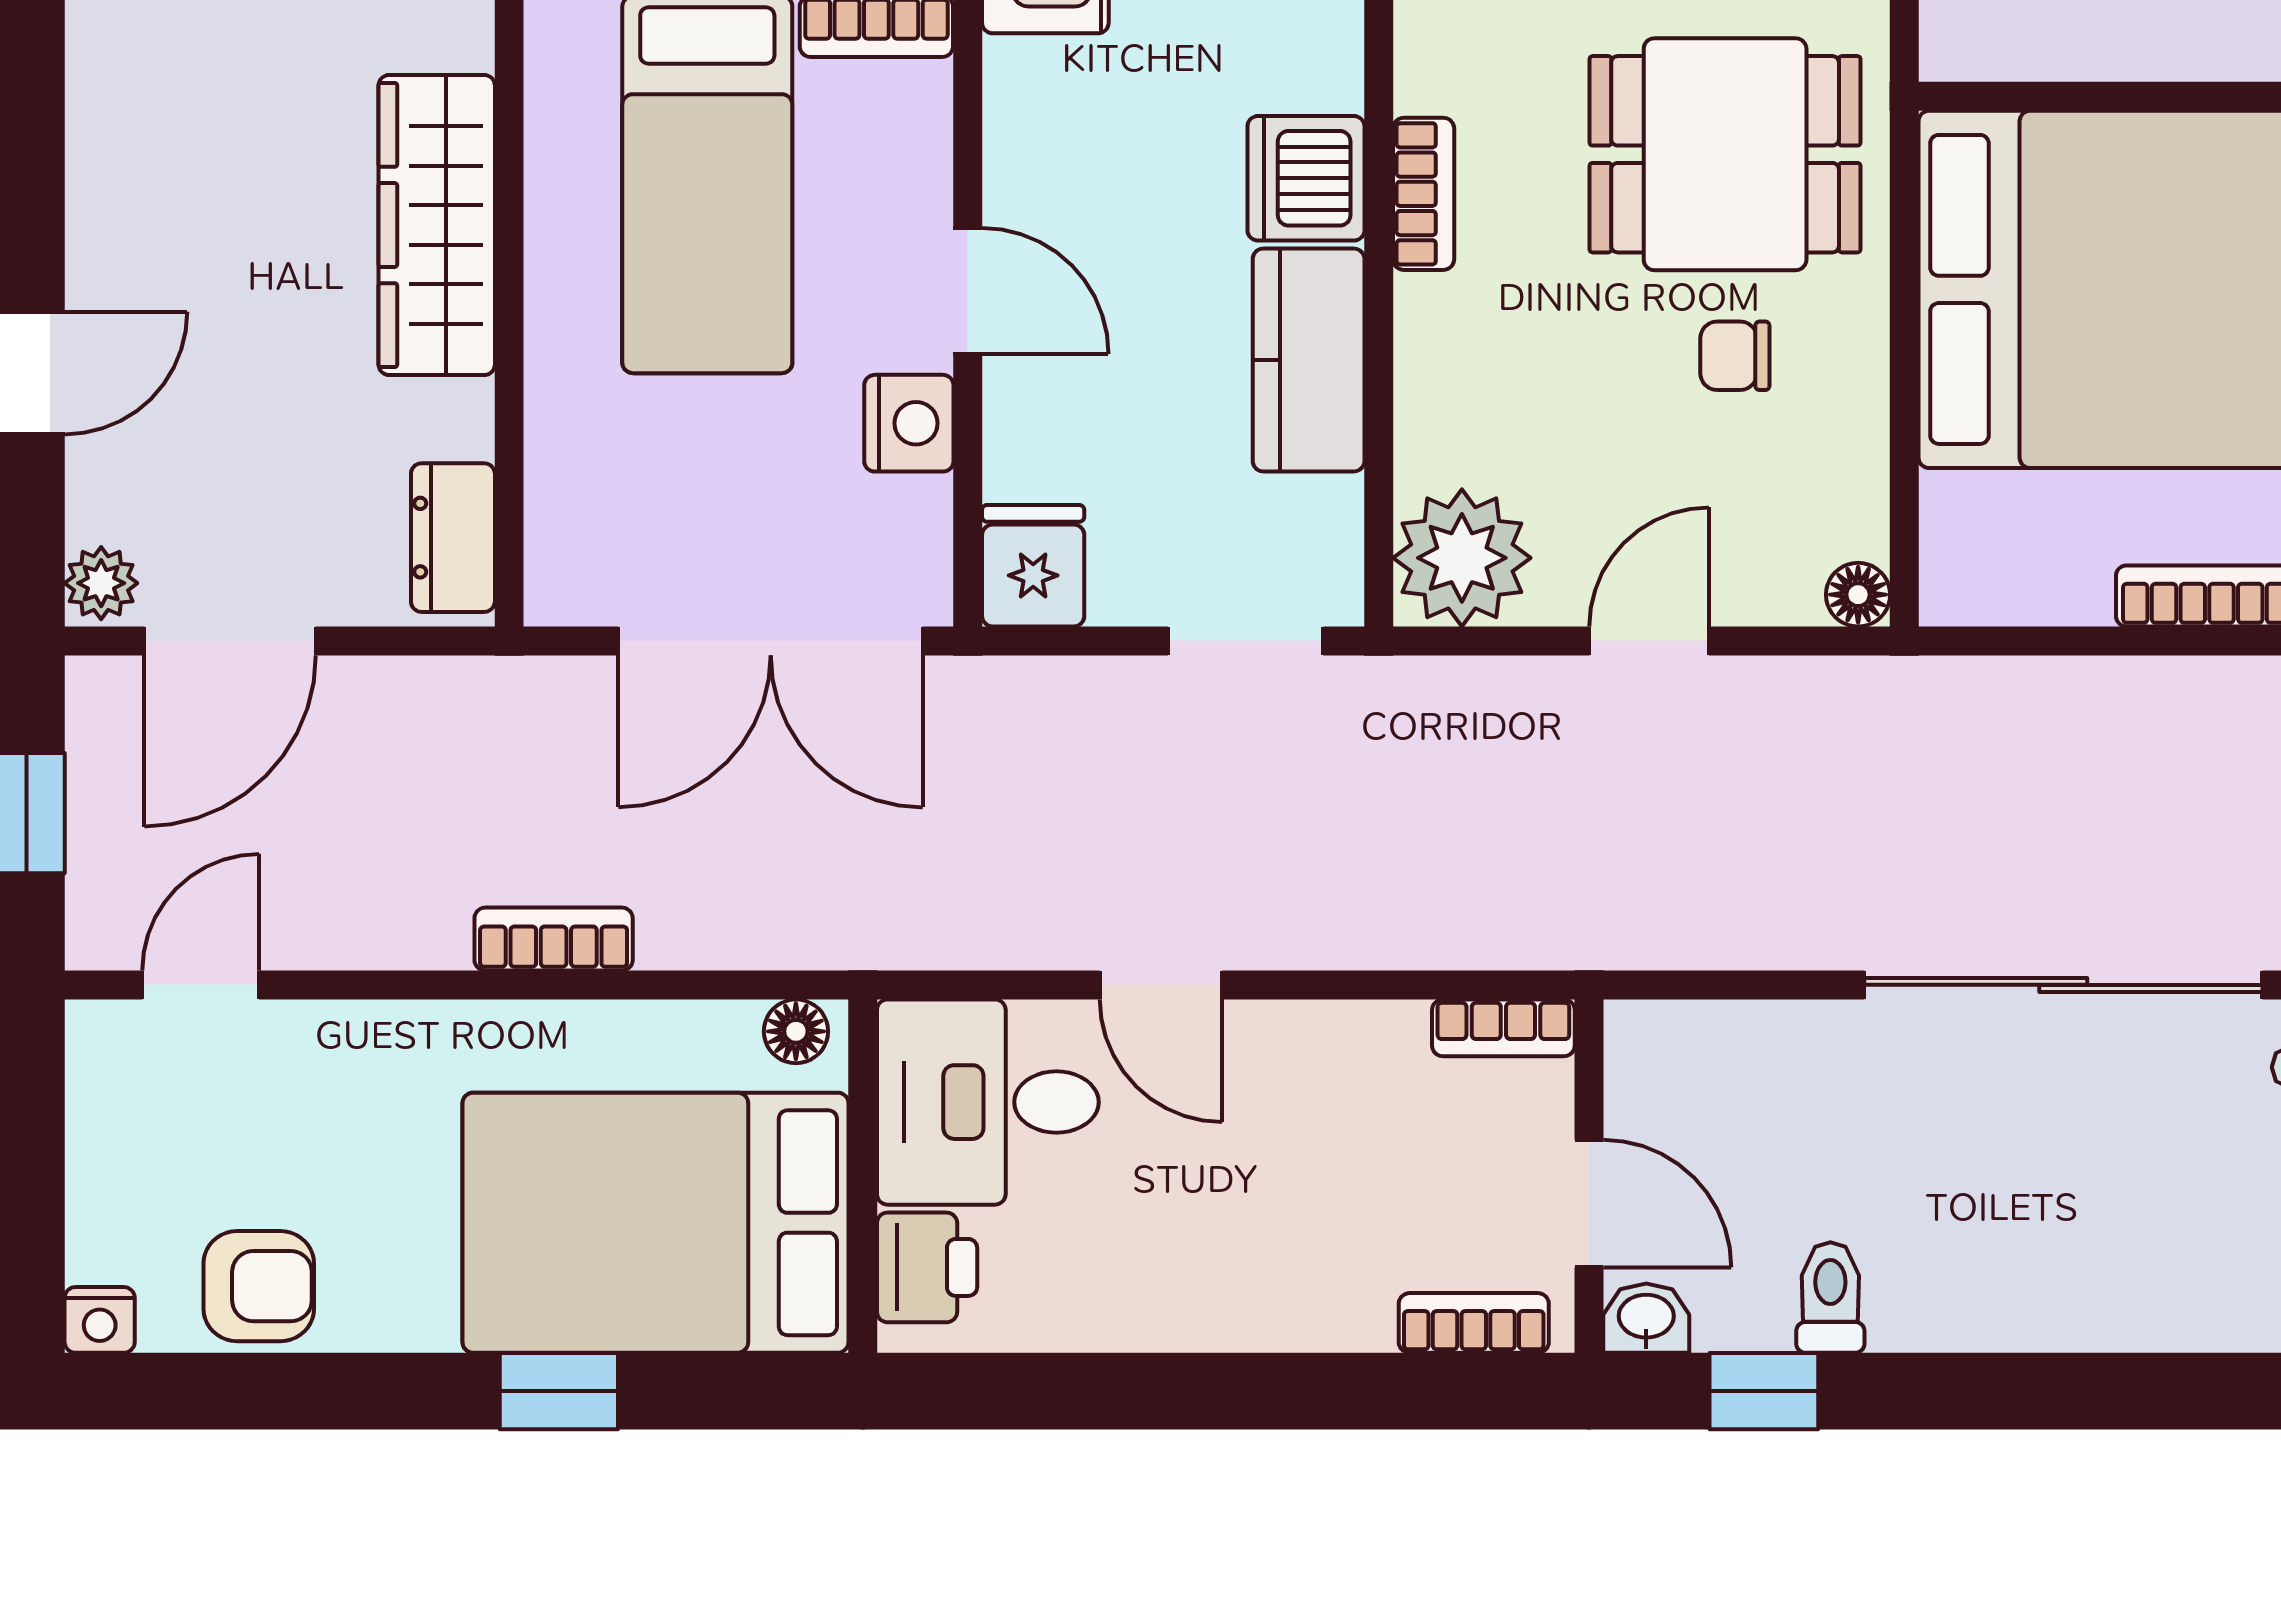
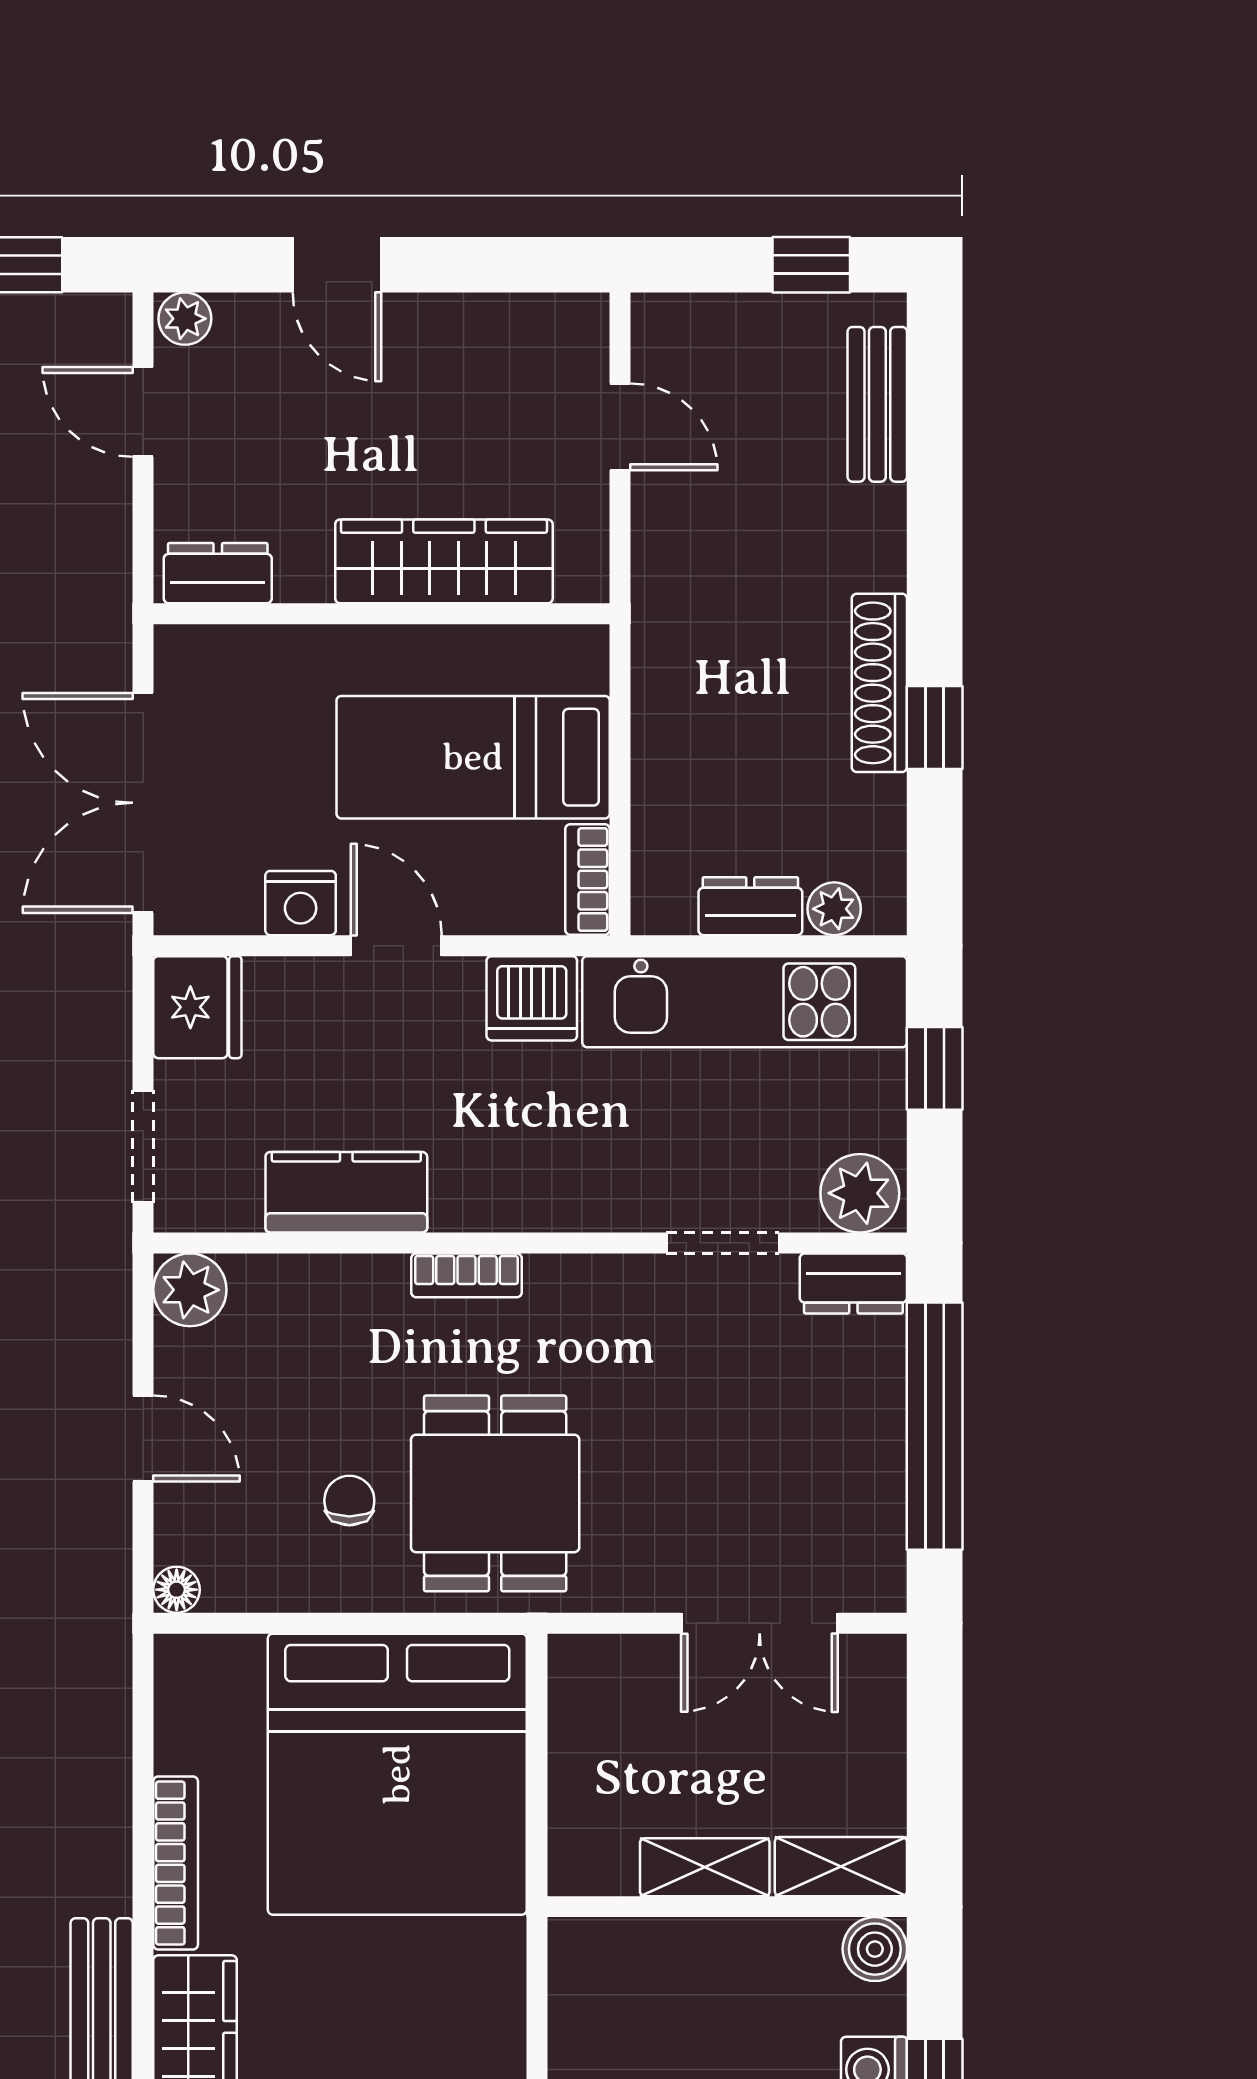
dishwasher: (1306, 178) -> (532, 998), moved, turned 180
door: (968, 291) -> (396, 946), swing flipped
plant: (1462, 558) -> (190, 1290), width x0.73, depth x0.73
fridge: (1033, 566) -> (197, 1007), width x1.38
door: (230, 641) -> (143, 412), width x0.73

